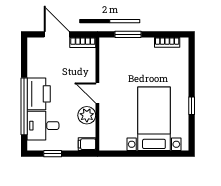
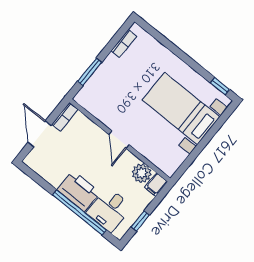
door: (57, 34) -> (39, 134), hinge flipped
door: (97, 93) -> (119, 140), hinge flipped
window: (192, 106) -> (220, 86), moved
plant: (87, 115) -> (142, 173), moved

